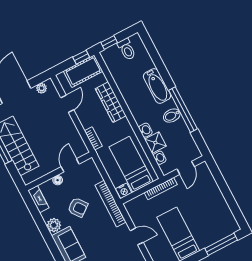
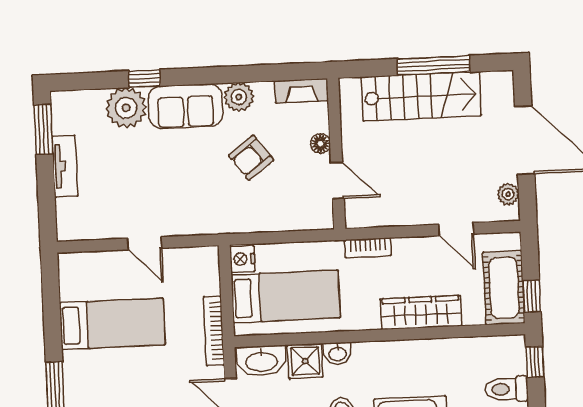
washbasin: (160, 158) -> (261, 361), width x1.91, depth x1.45
bookcase: (111, 204) -> (230, 223), removed
door: (137, 236) -> (145, 243), hinge flipped

